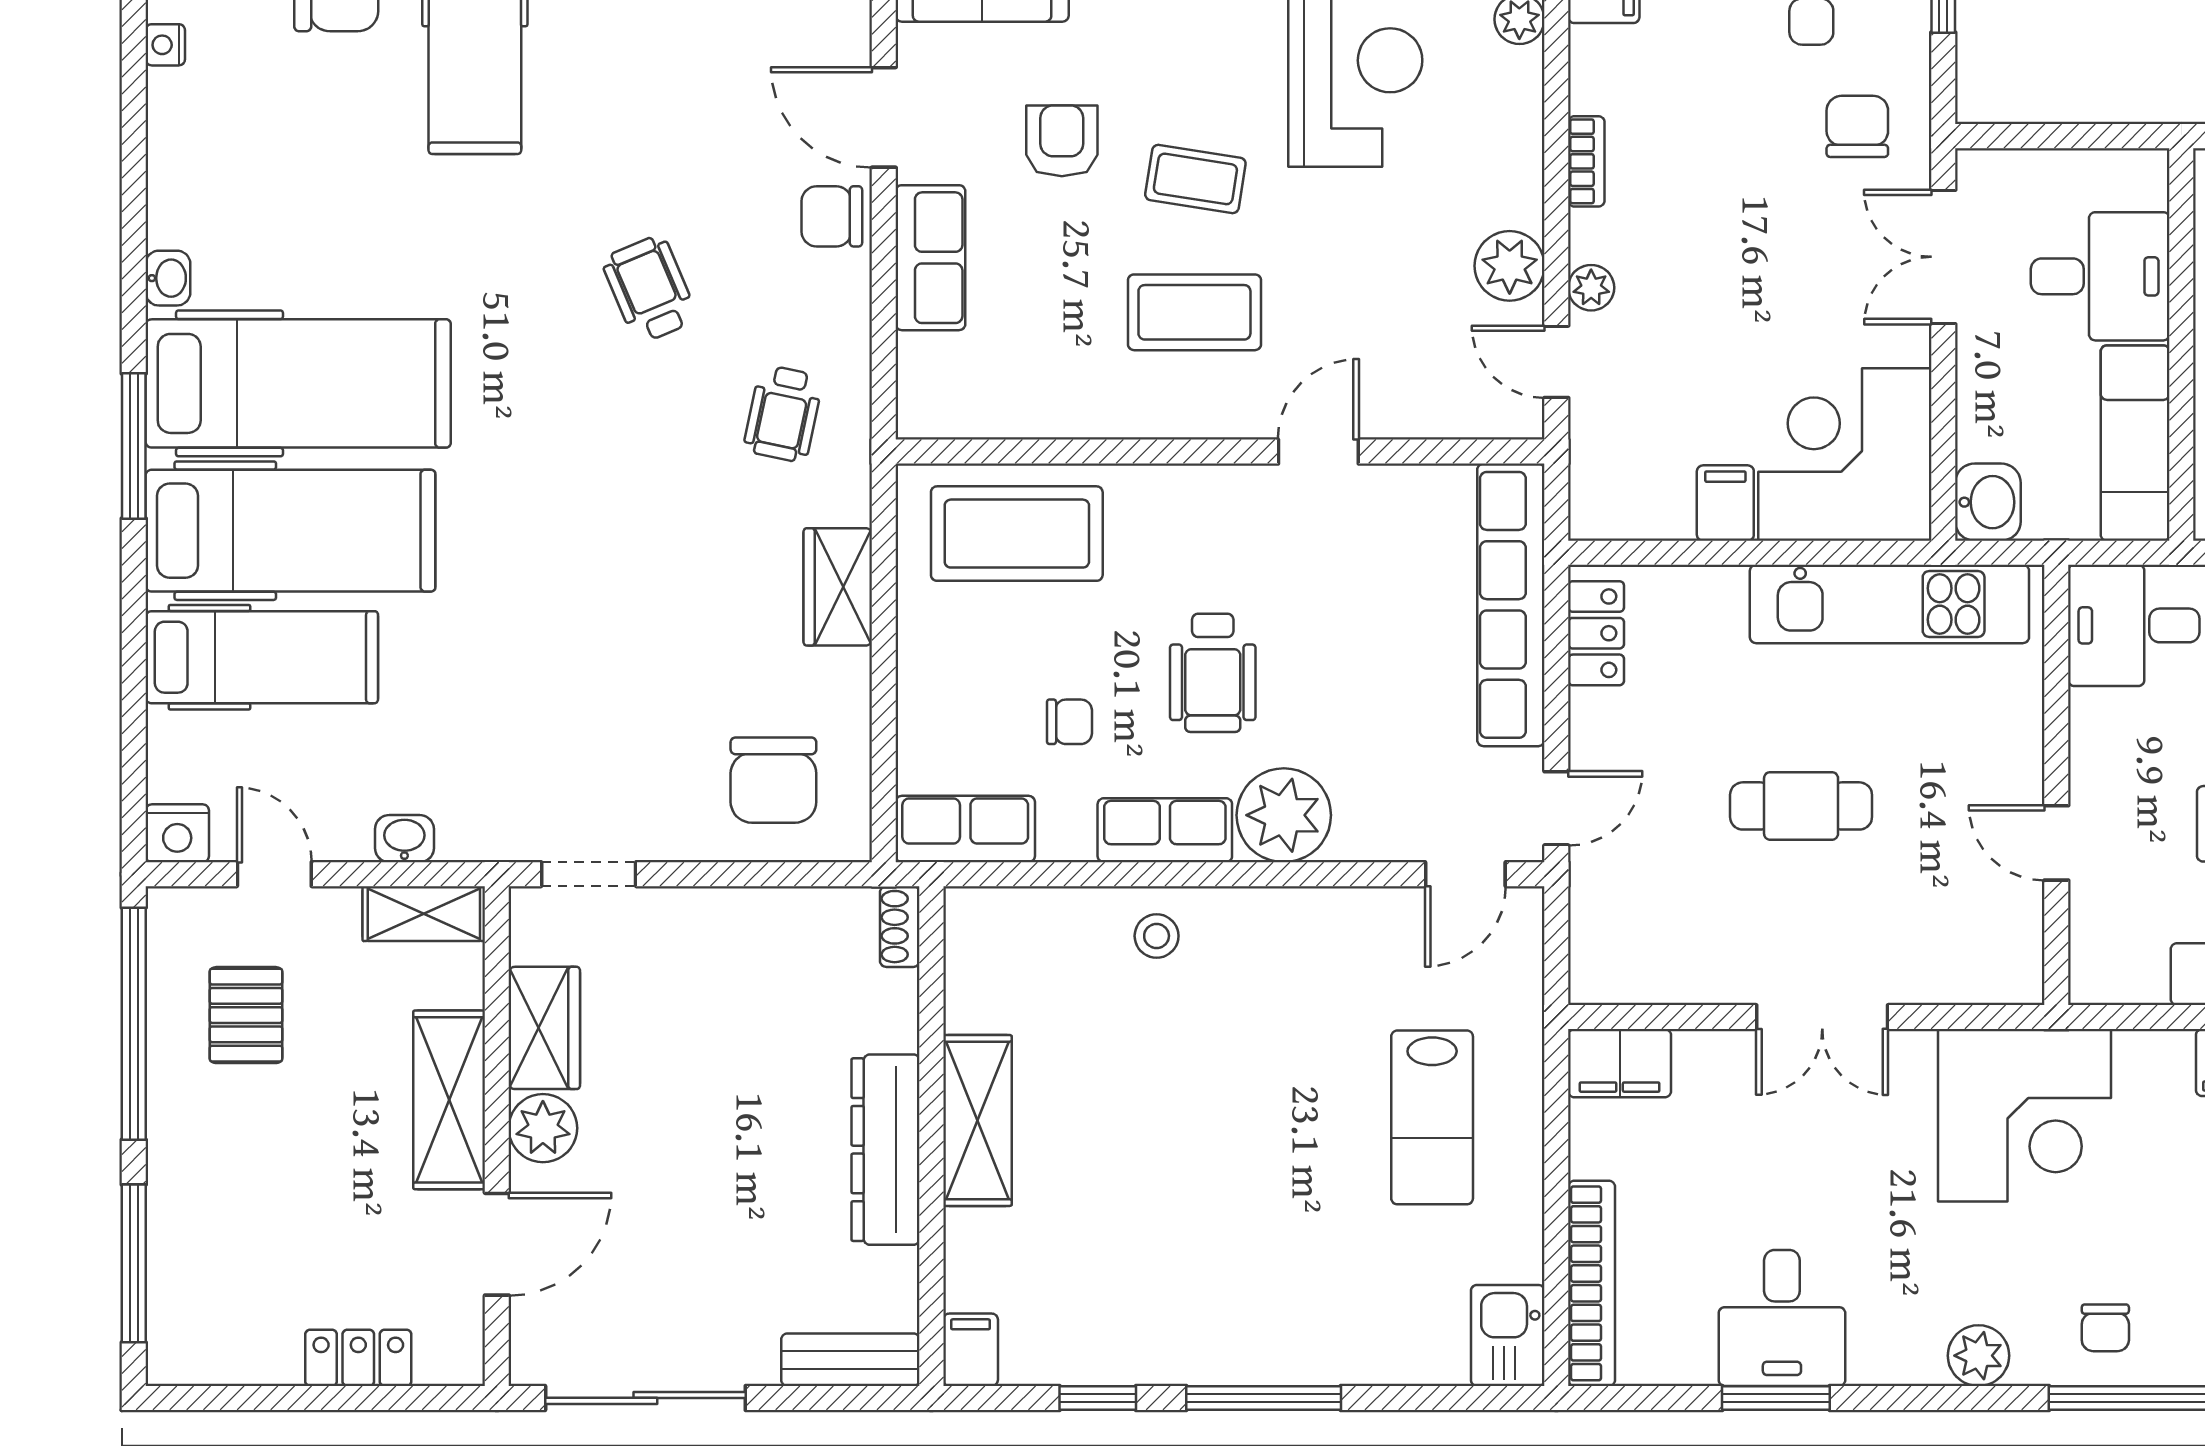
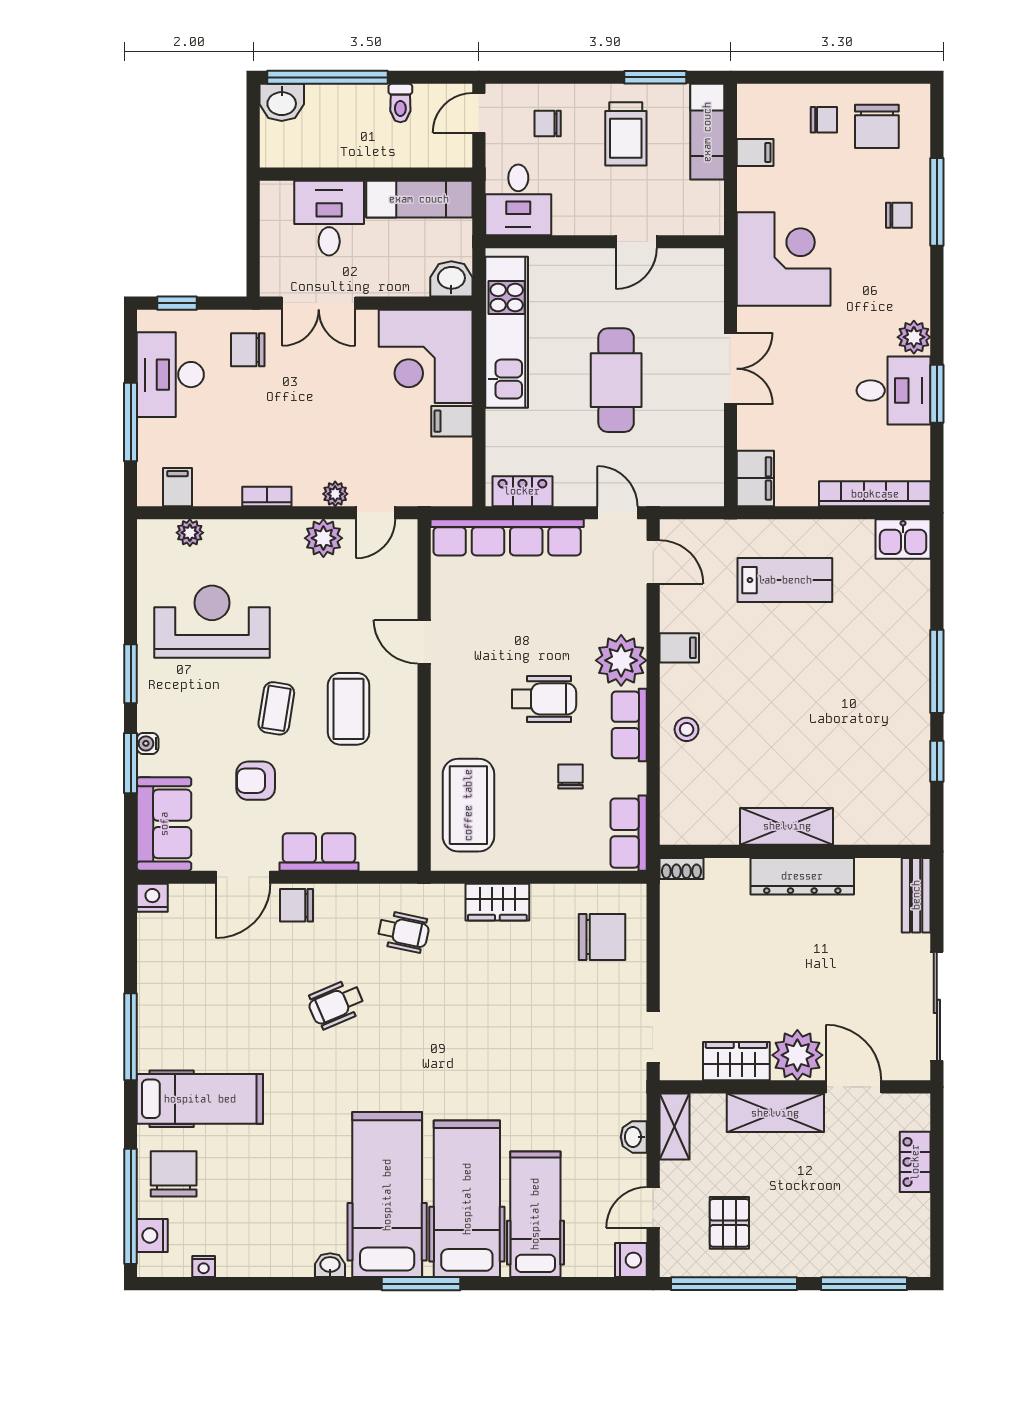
chair: (832, 216) -> (297, 905), turned 90
cafe table: (1801, 806) -> (616, 380), width x1.37, depth x1.35
pallet: (246, 1015) -> (729, 1223), turned 90
plant: (543, 1128) -> (797, 1055), width x1.36, depth x1.36
filing cabinet: (971, 1350) -> (679, 648), moved, turned 180
plant: (1979, 1356) -> (914, 337), moved

